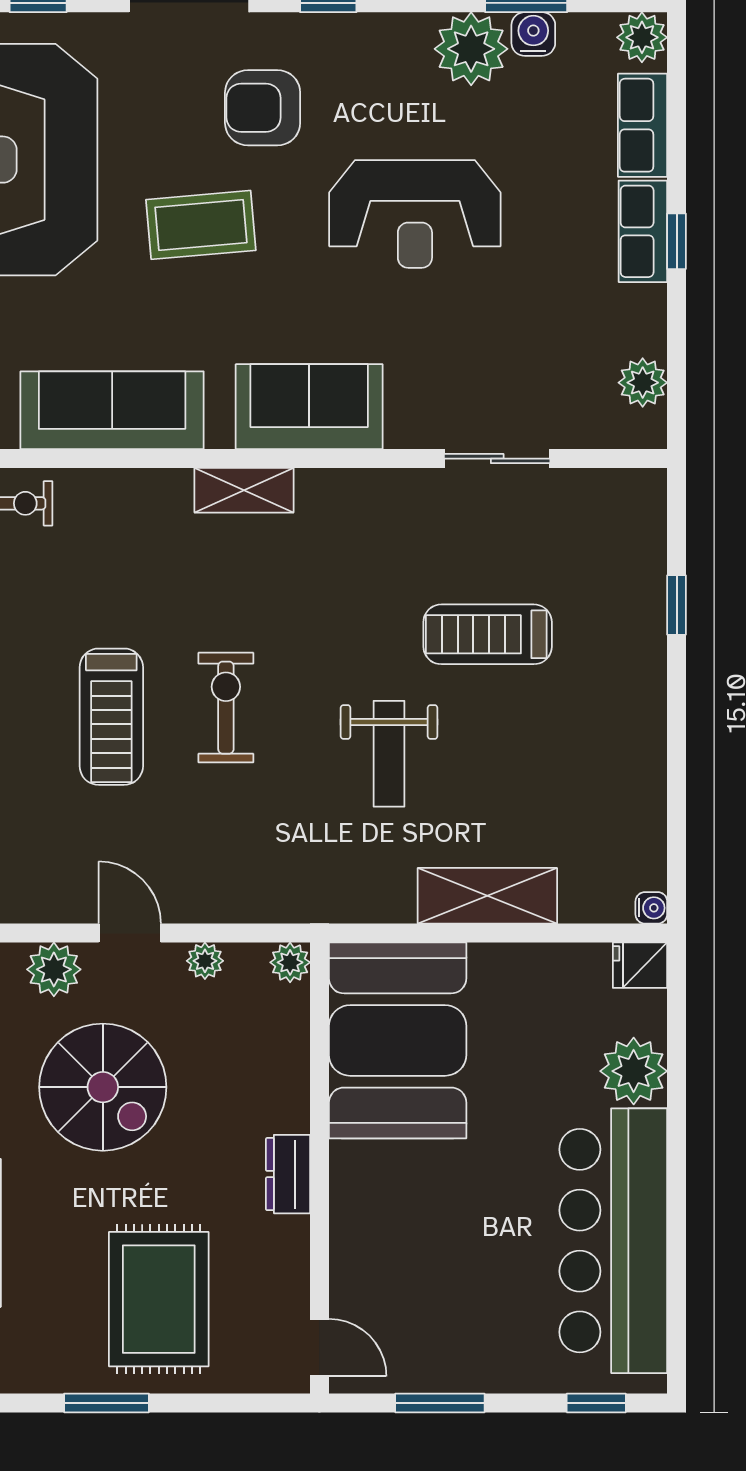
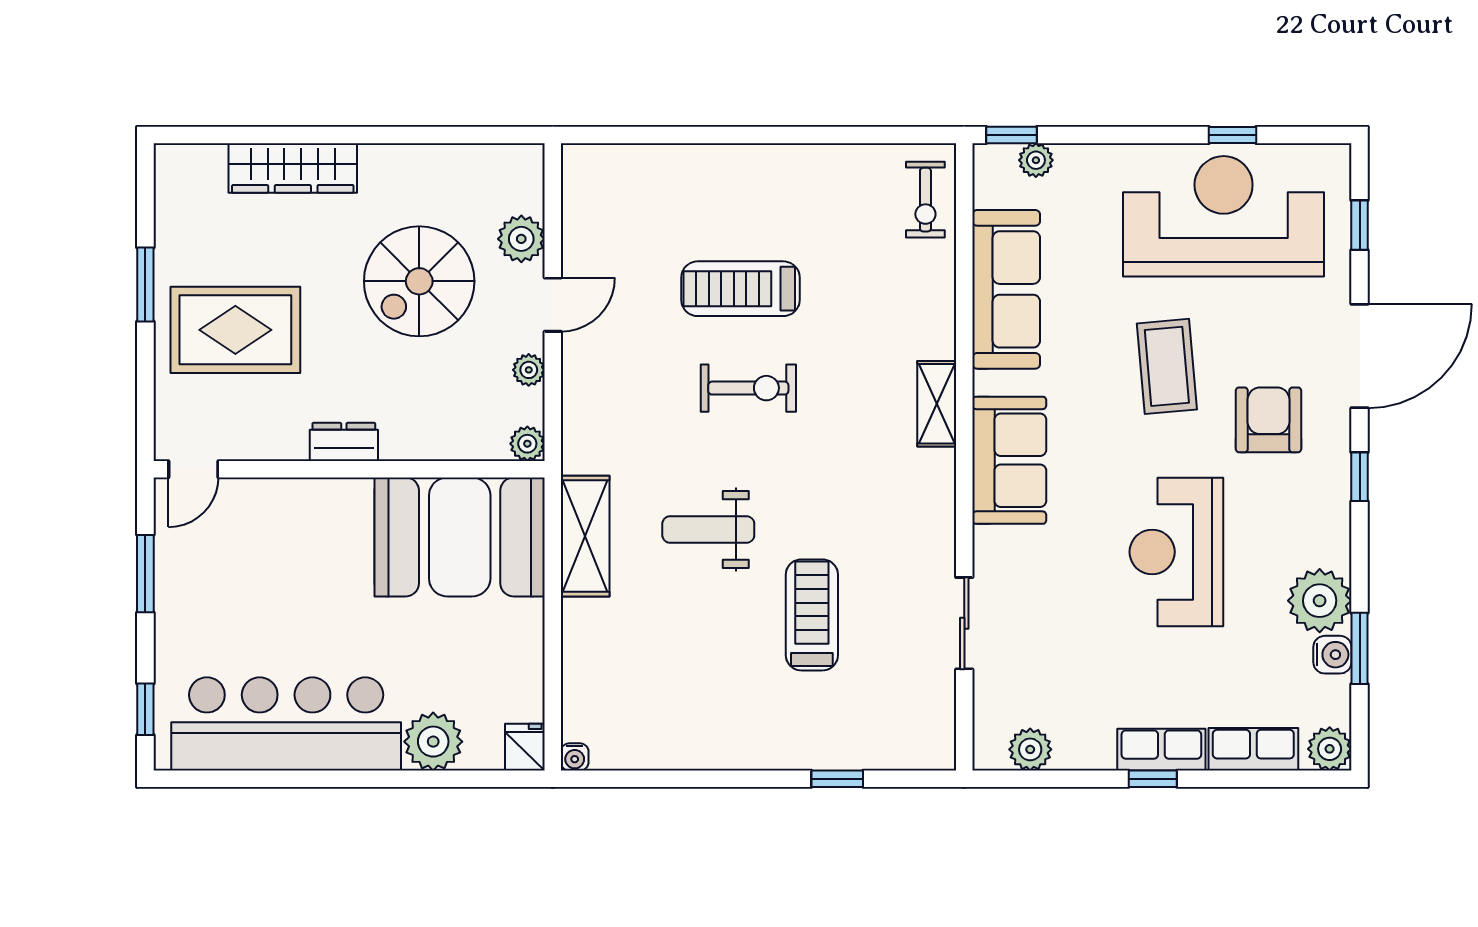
shelving: (487, 896) -> (585, 536), moved

